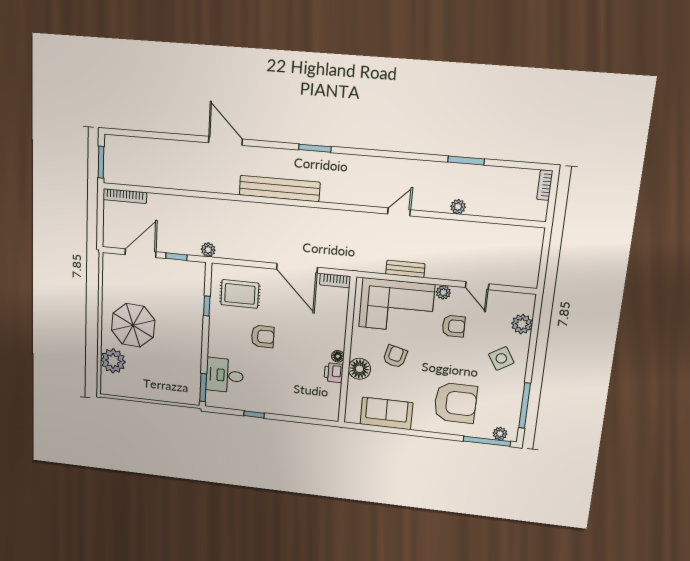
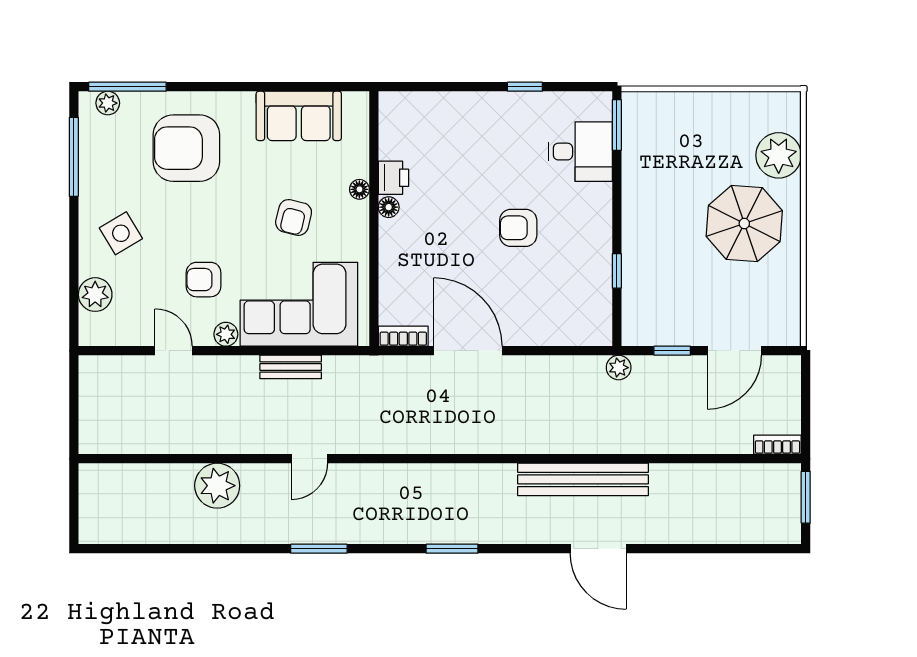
window: (466, 160) -> (319, 549), moved
bookcase: (545, 185) -> (88, 521), removed
bench: (280, 189) -> (583, 479), moved
bookcase: (125, 196) -> (777, 445), width x0.64
plant: (458, 207) -> (217, 486), width x1.88, depth x1.88
rug: (240, 294) -> (561, 298), removed
floor lamp: (359, 369) -> (359, 189), width x0.53, depth x0.53

